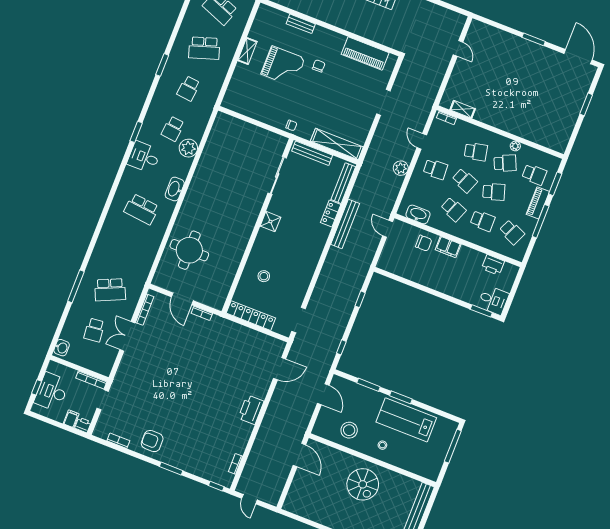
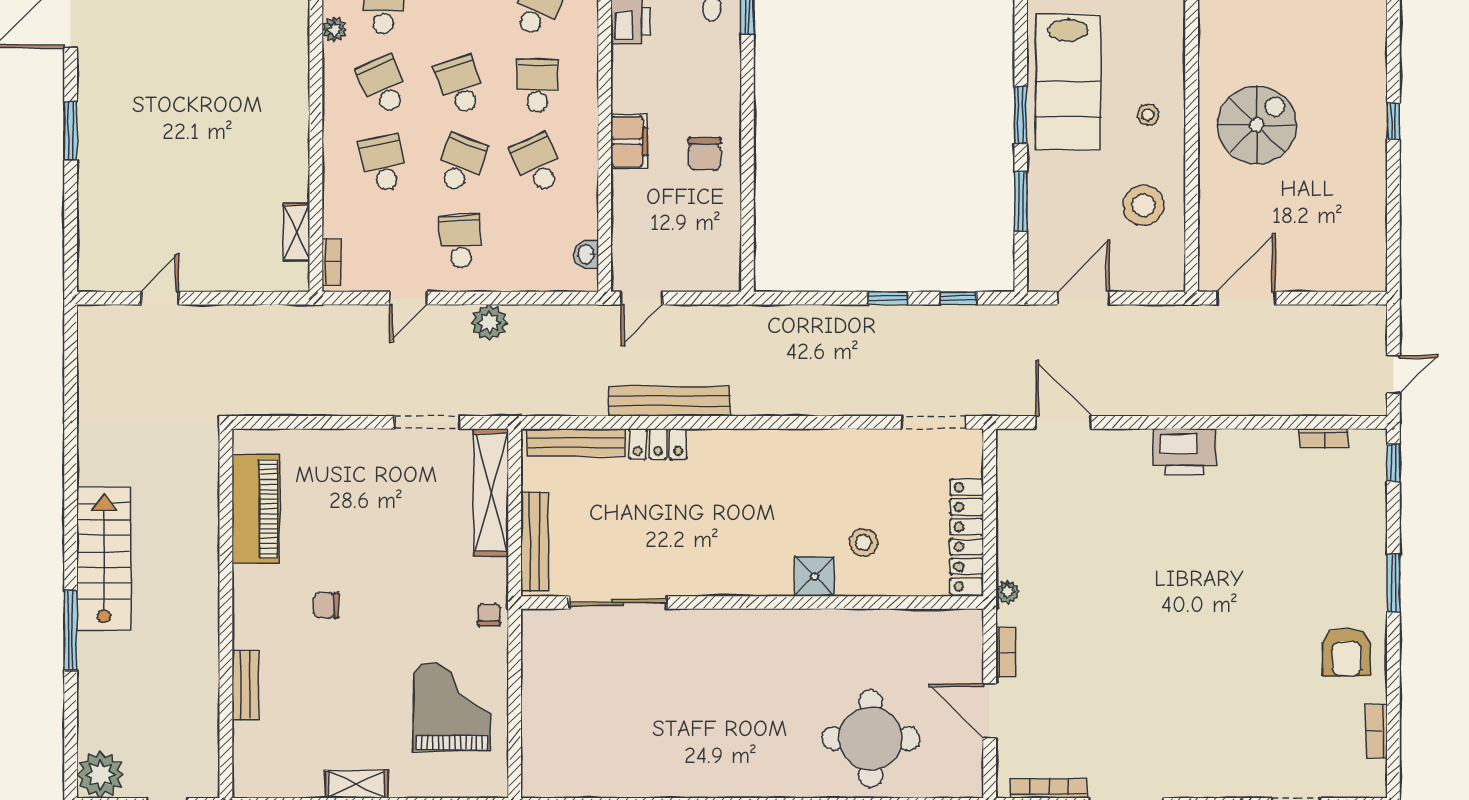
grand piano: (283, 66) -> (452, 707), moved
doorway: (383, 102) -> (427, 422), moved
plant: (515, 146) -> (334, 29), moved
school desk: (453, 209) -> (537, 163), turned -45
washbasin: (418, 214) -> (586, 254), width x0.52, depth x0.69
shower: (270, 222) -> (815, 576), moved
chair: (424, 243) -> (705, 154), moved, turned 180
door: (182, 299) -> (990, 711), swing flipped
window: (360, 299) -> (888, 298), moved
plant: (224, 323) -> (1008, 592), added

